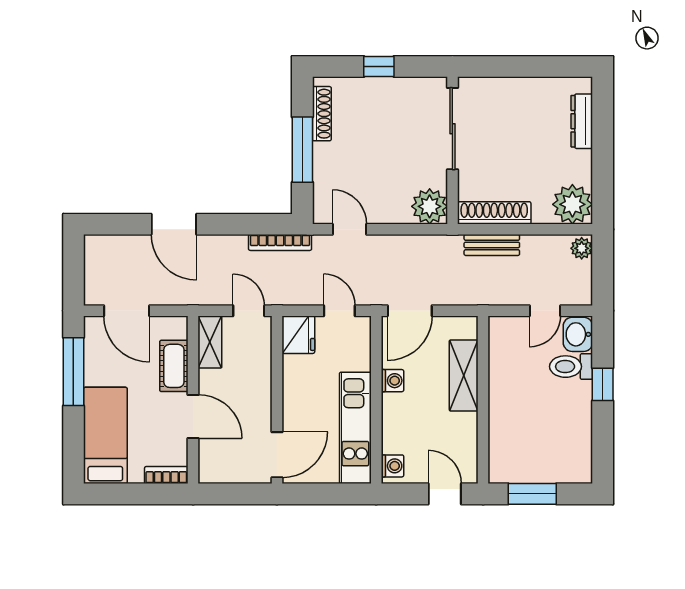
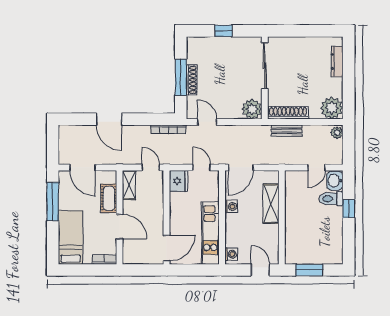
shoe rack: (322, 114) -> (192, 80), moved

